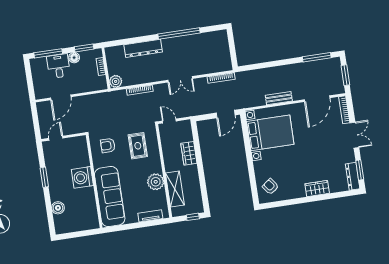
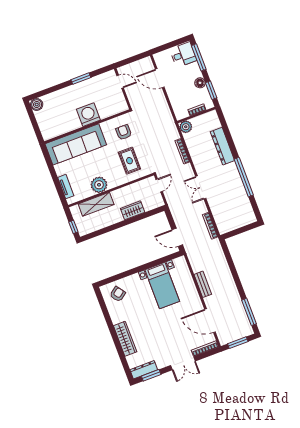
desk: (58, 66) -> (183, 55), moved
bed with nightstands: (270, 133) -> (162, 285), width x0.73
rug: (138, 146) -> (129, 161), turned 90
wardrobe: (317, 189) -> (125, 339), width x1.50
boiler: (58, 208) -> (37, 105), moved

